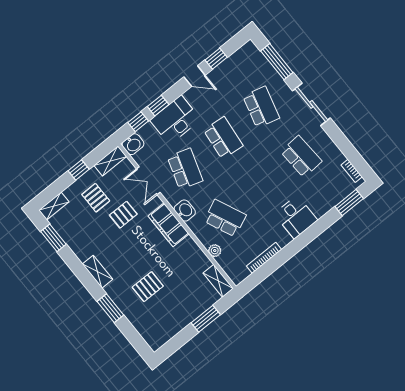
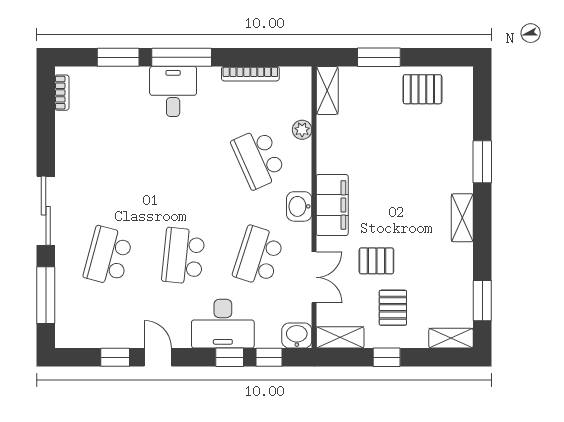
school desk: (301, 156) -> (108, 158), removed
window: (349, 203) -> (118, 57), moved
window: (306, 238) -> (182, 57), added
pallet: (148, 287) -> (422, 89), moved

